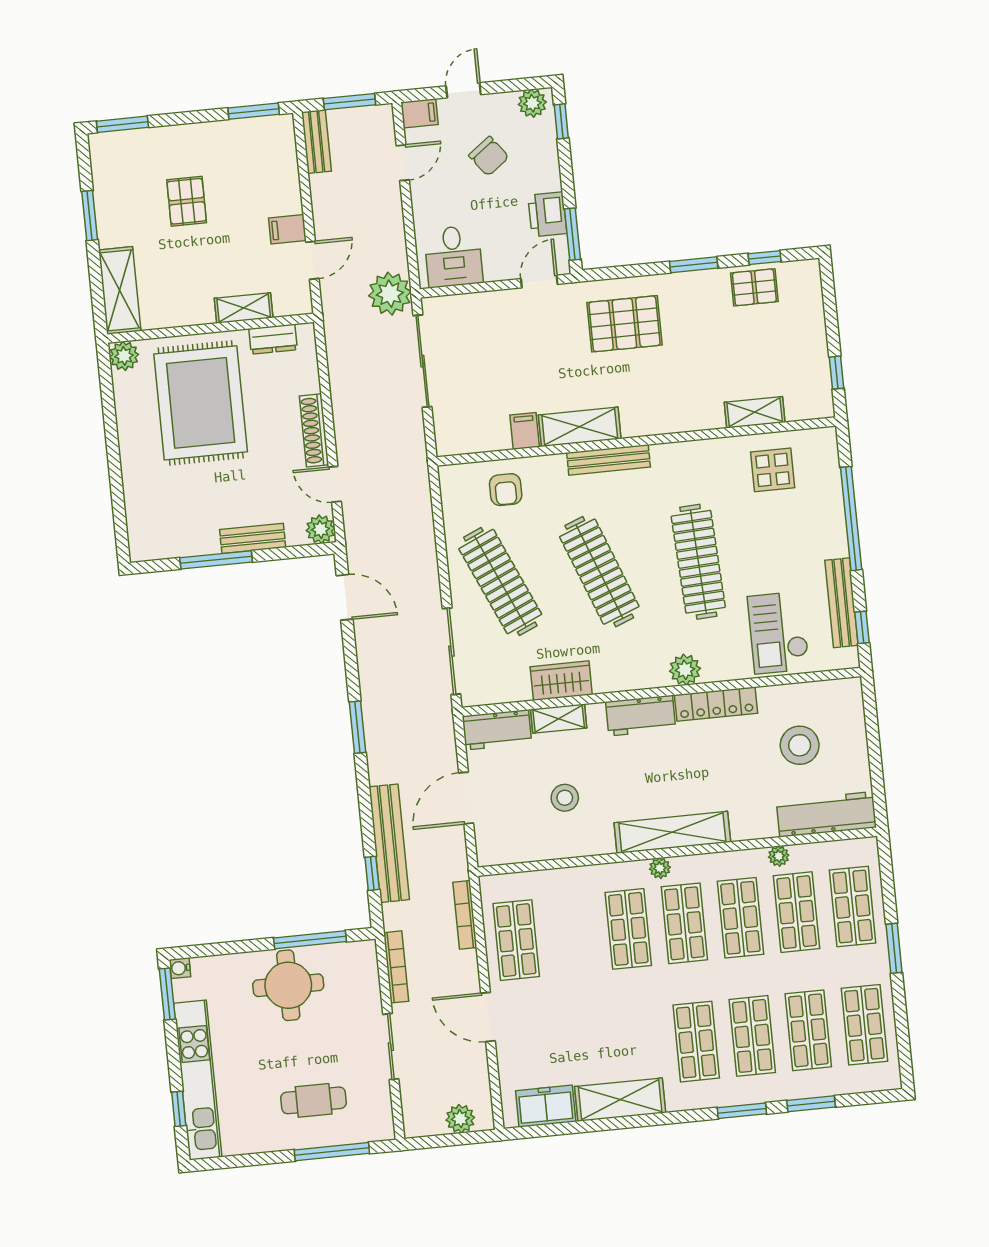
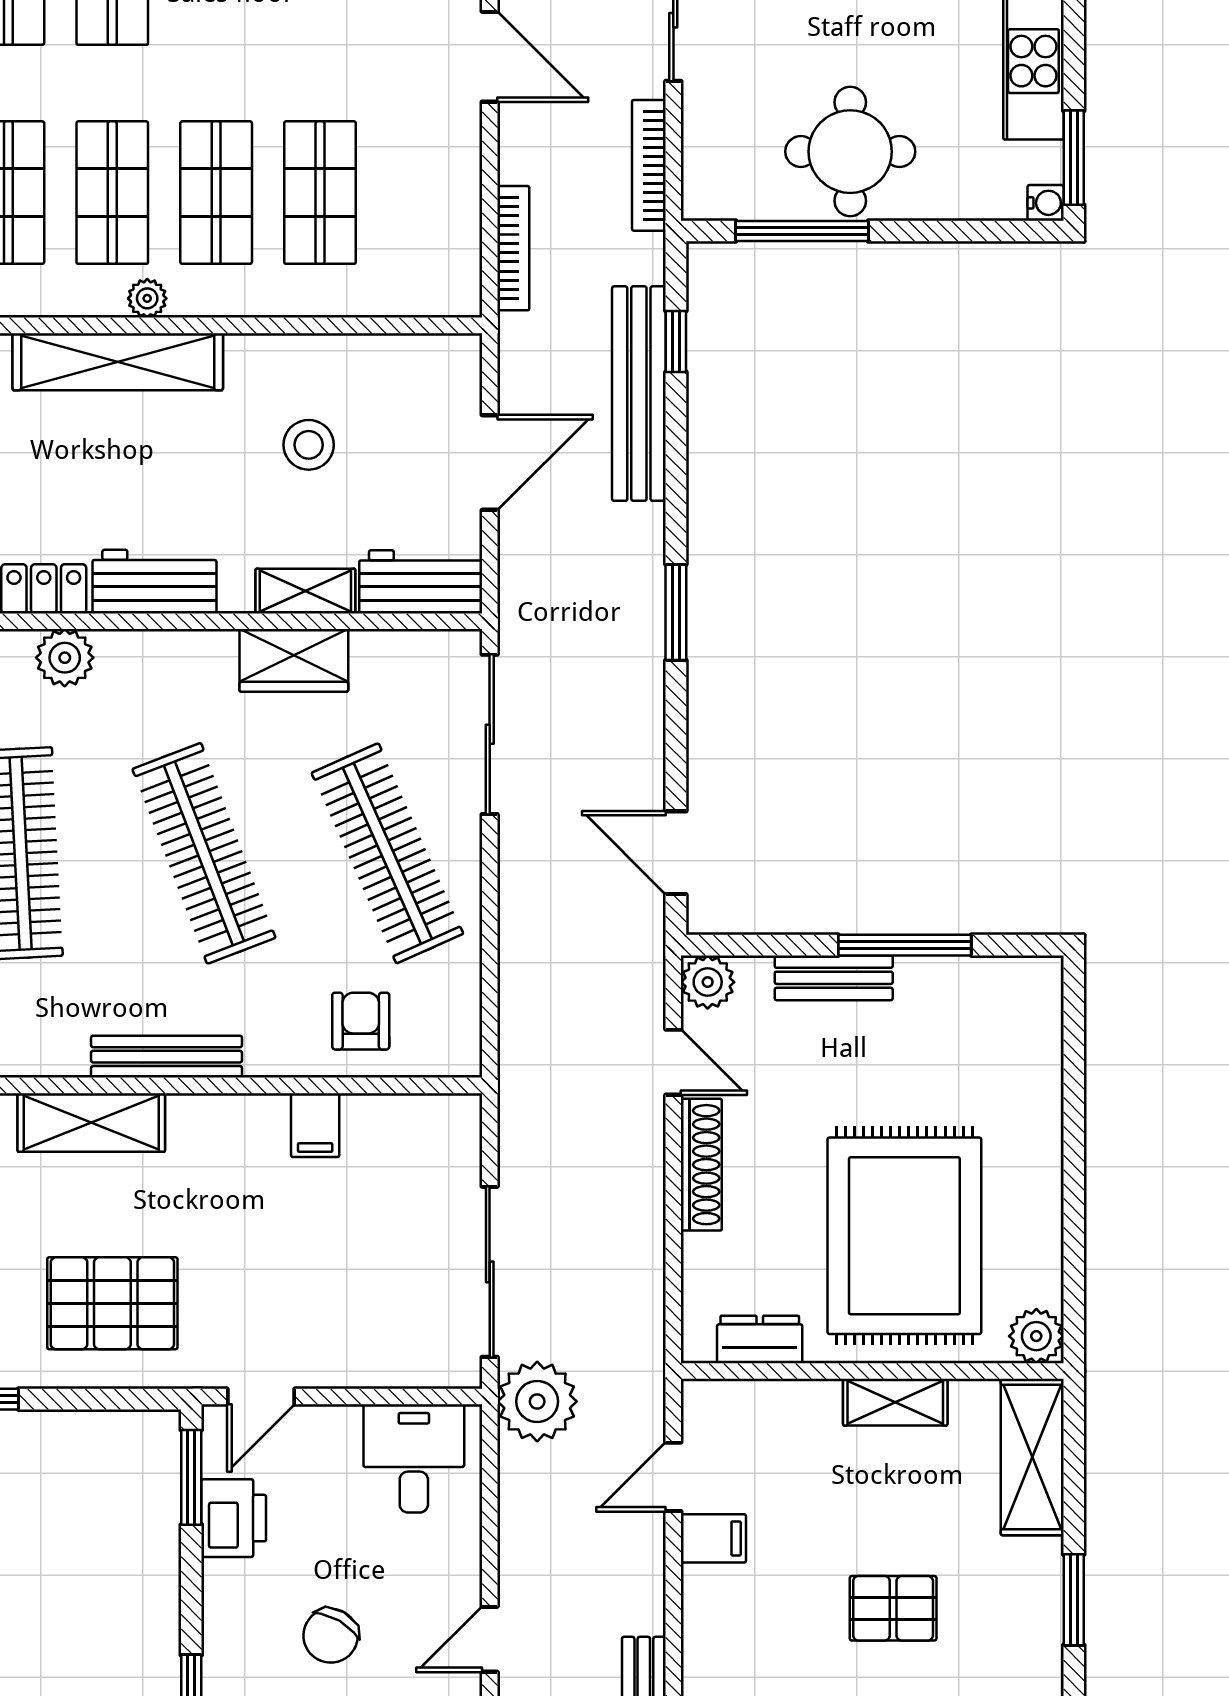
chair: (489, 156) -> (331, 1636), turned -113
pallet: (187, 201) -> (893, 1608), turned 90
shelving: (244, 308) -> (895, 1402), moved
shelving: (580, 427) -> (91, 1122), moved
shop shelf: (516, 940) -> (320, 193), moved

